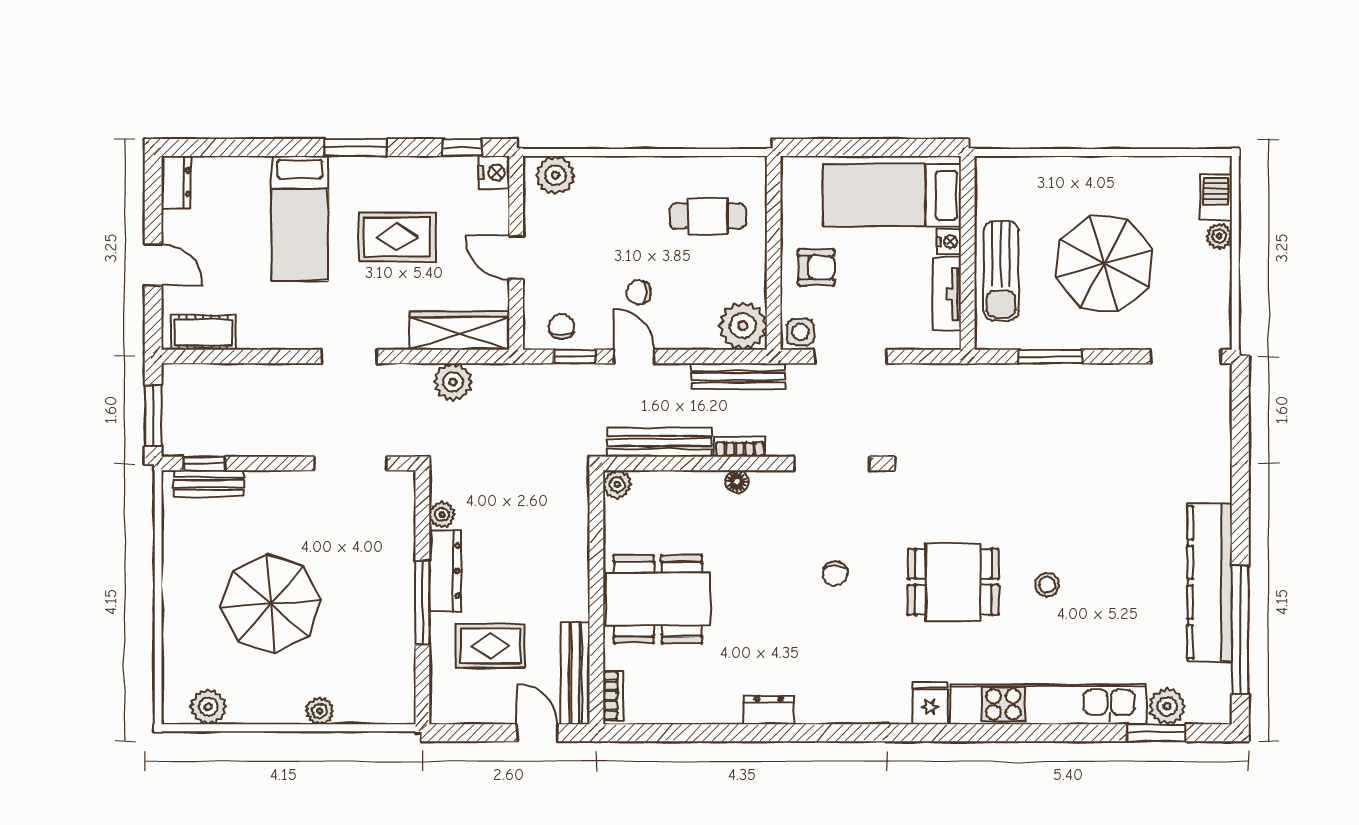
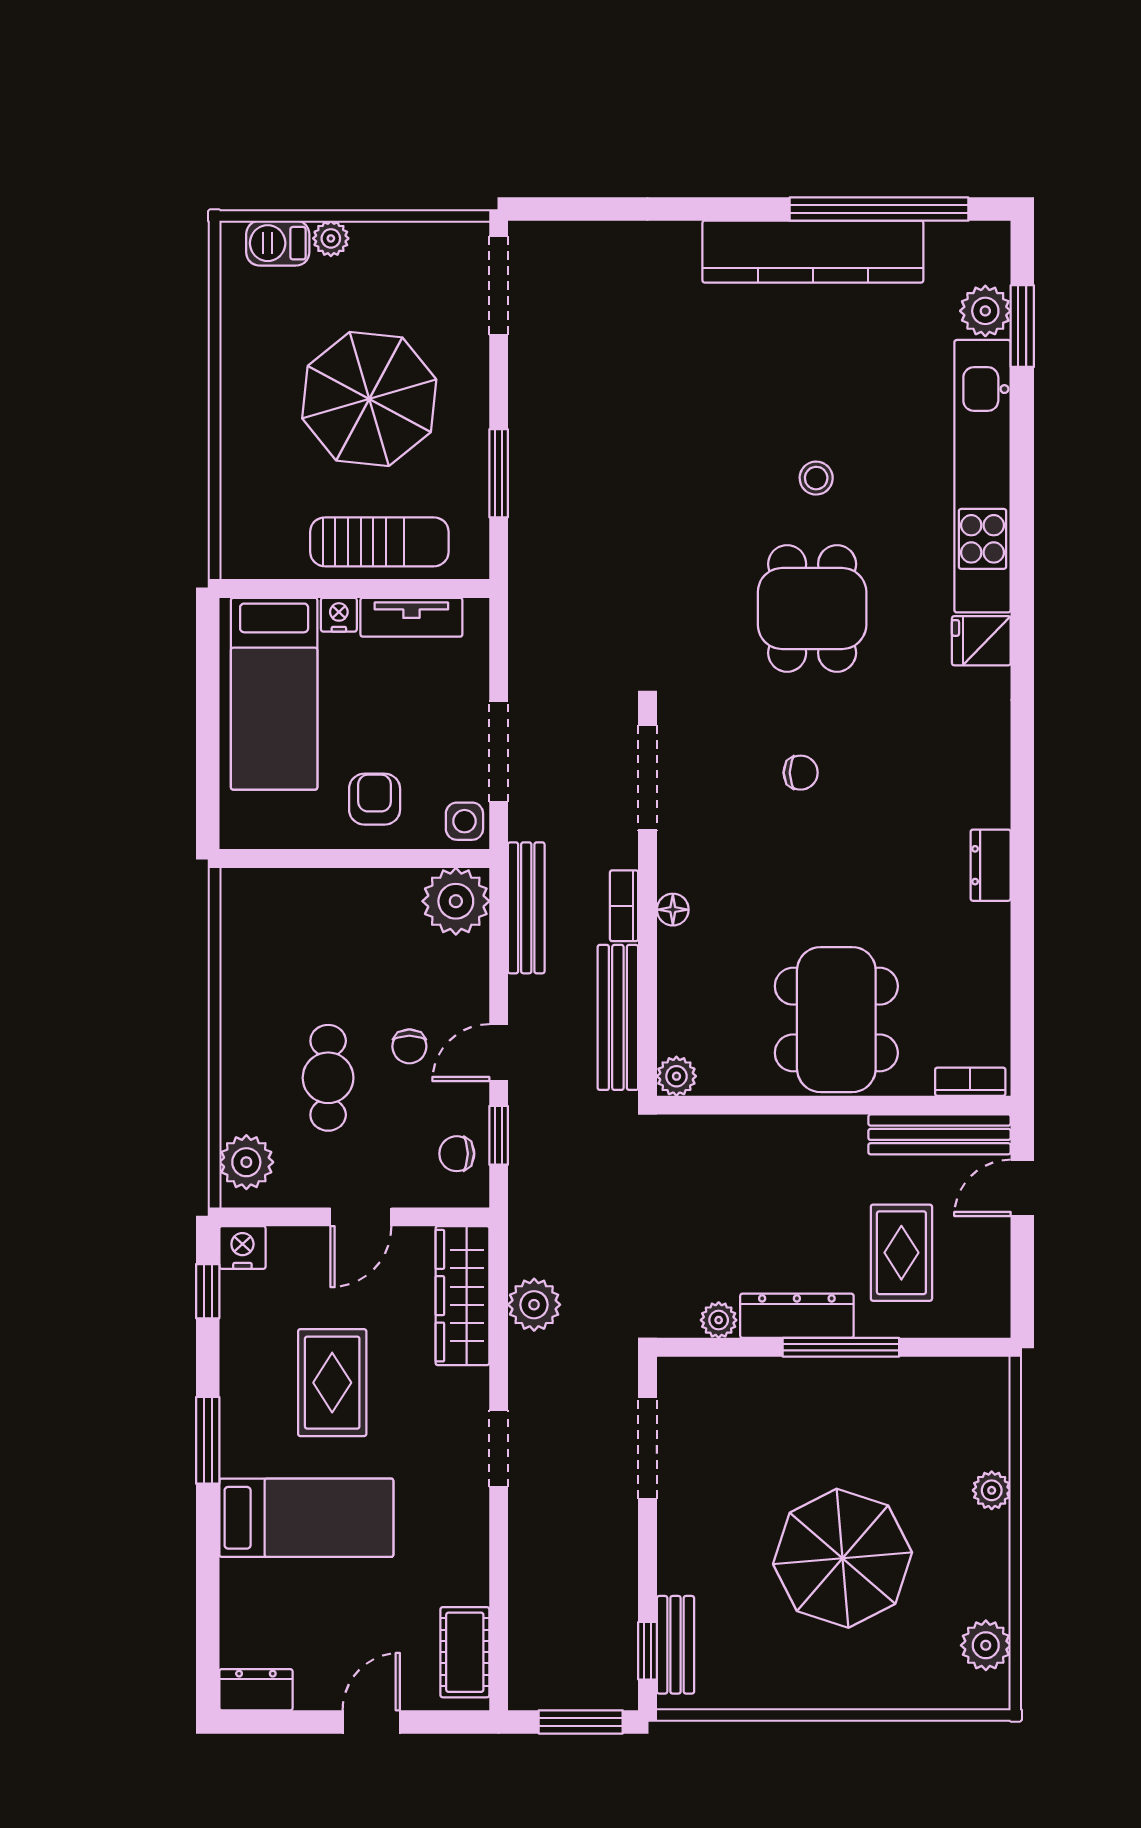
cafe table: (708, 216) -> (328, 1078), moved

